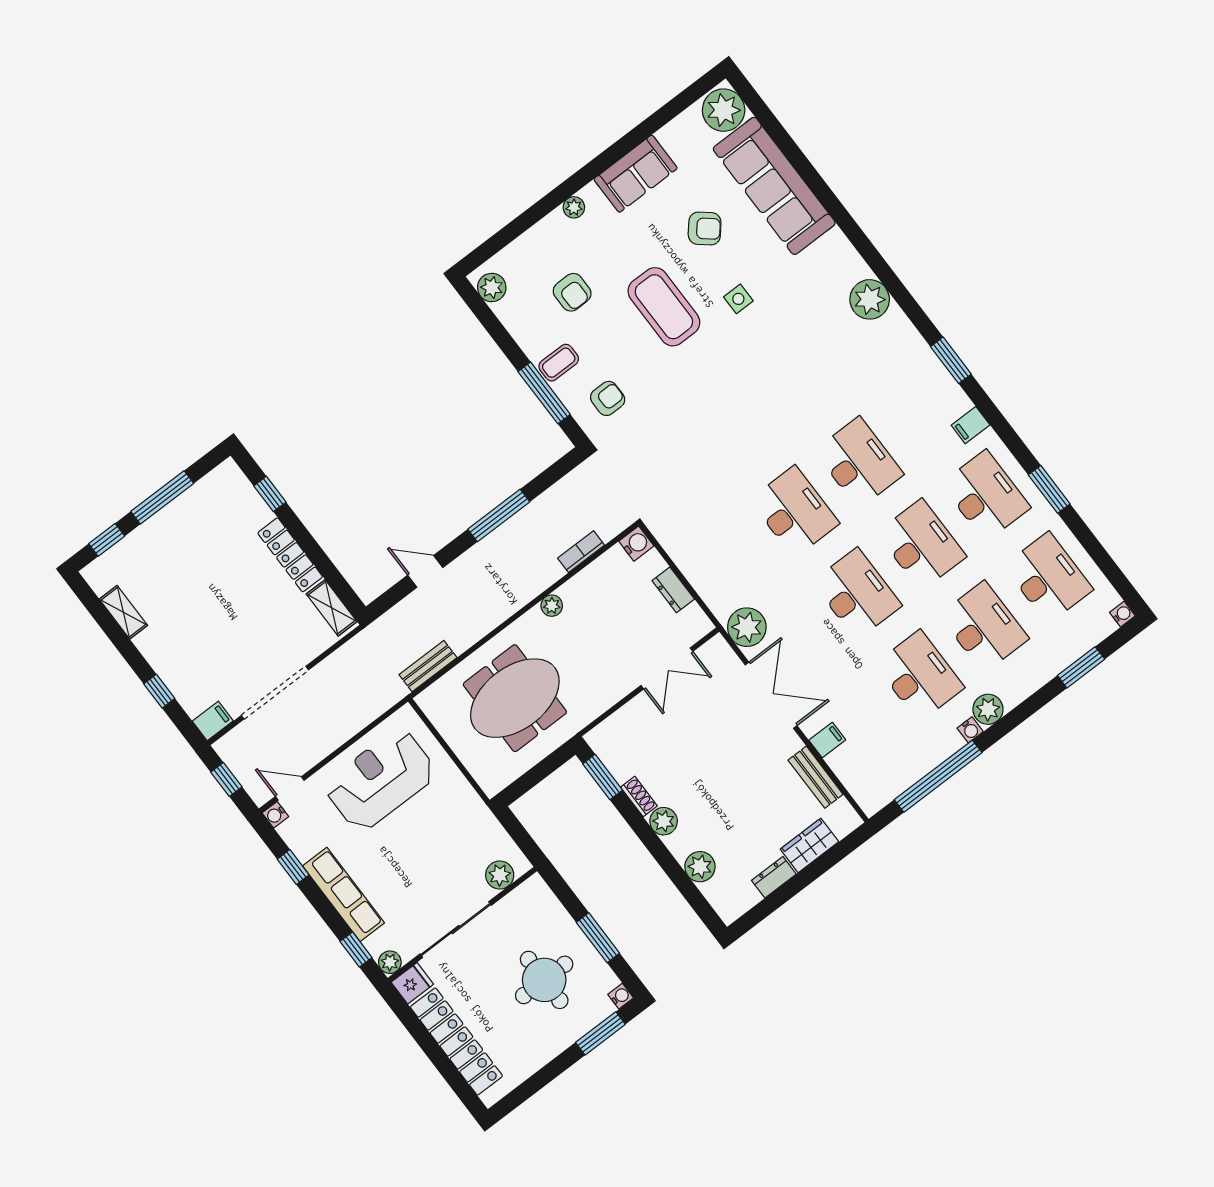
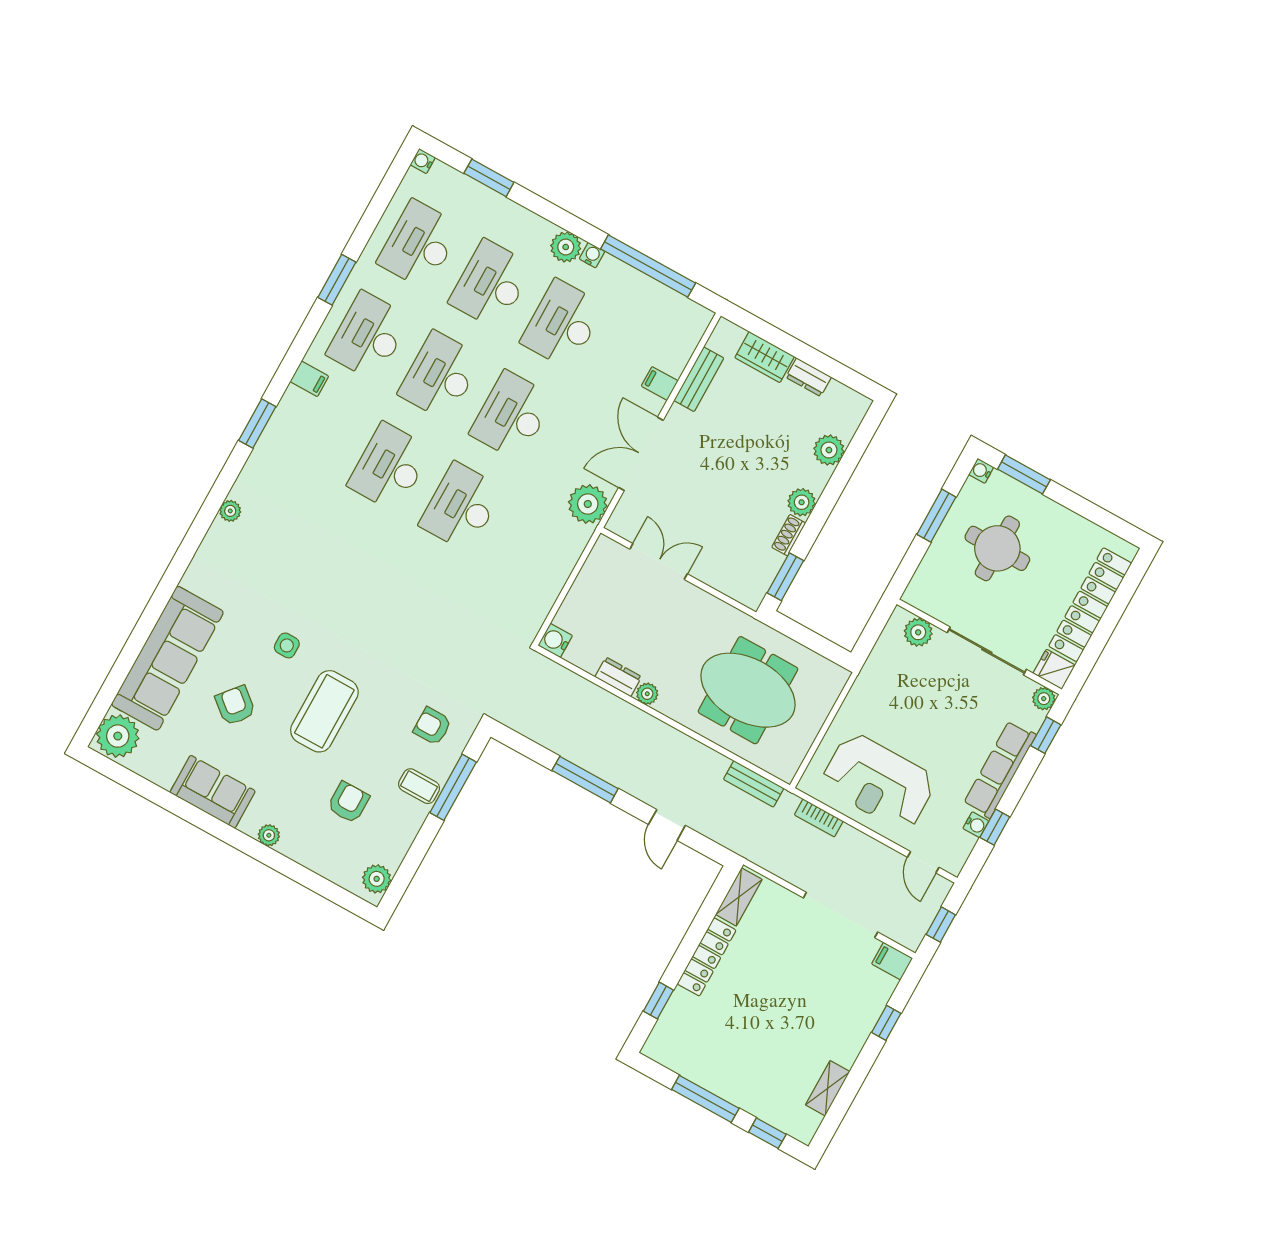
plant: (870, 299) -> (230, 511), width x0.53, depth x0.53
bookcase: (581, 552) -> (819, 818), moved
dresser: (673, 590) -> (618, 677), moved, turned -90
water cooler: (275, 815) -> (976, 825), moved

